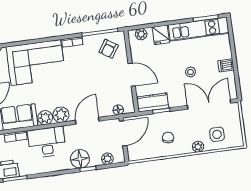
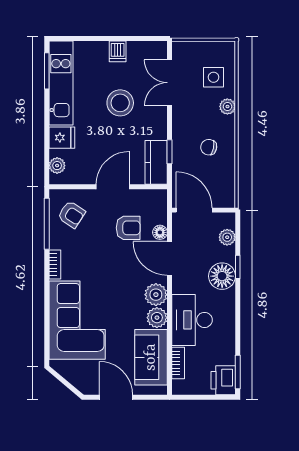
stool: (190, 72) -> (120, 103), width x1.89, depth x1.89
armchair: (105, 89) -> (128, 228), added
double door: (209, 104) -> (169, 83), width x0.73
floor lamp: (118, 110) -> (160, 232), moved

